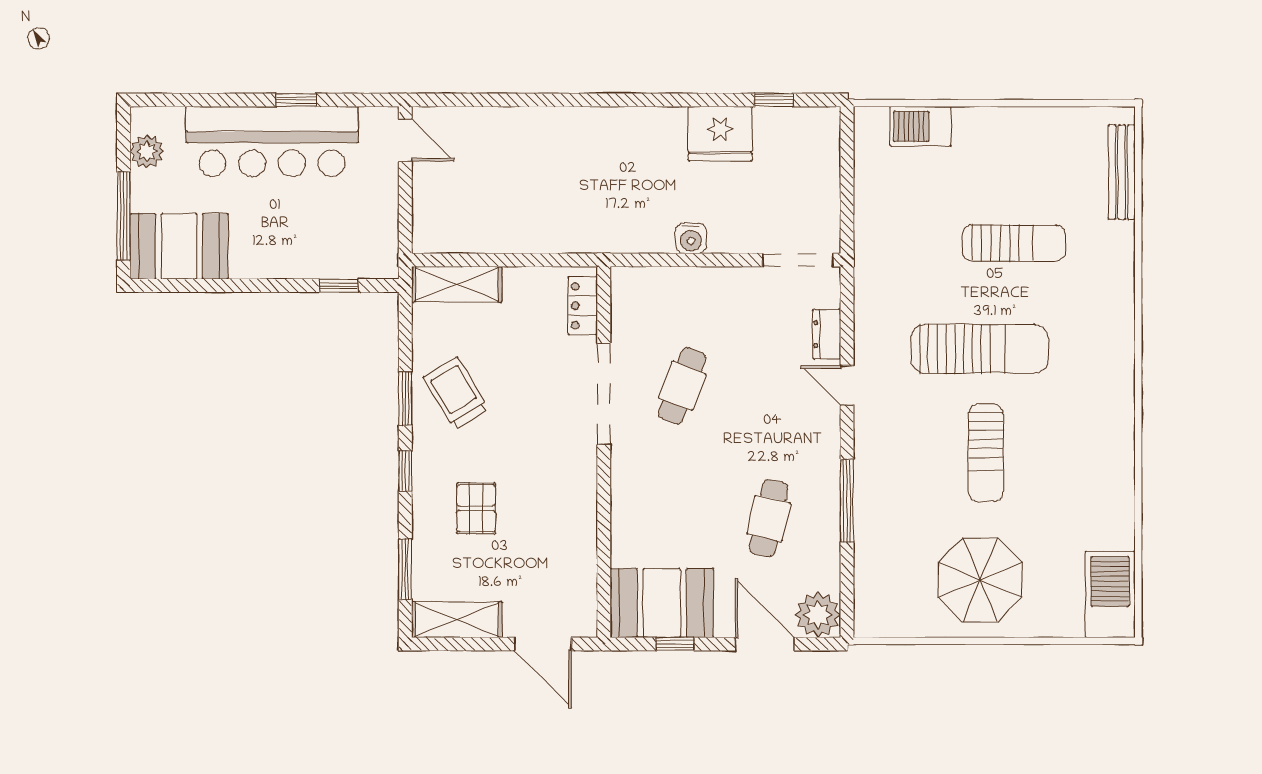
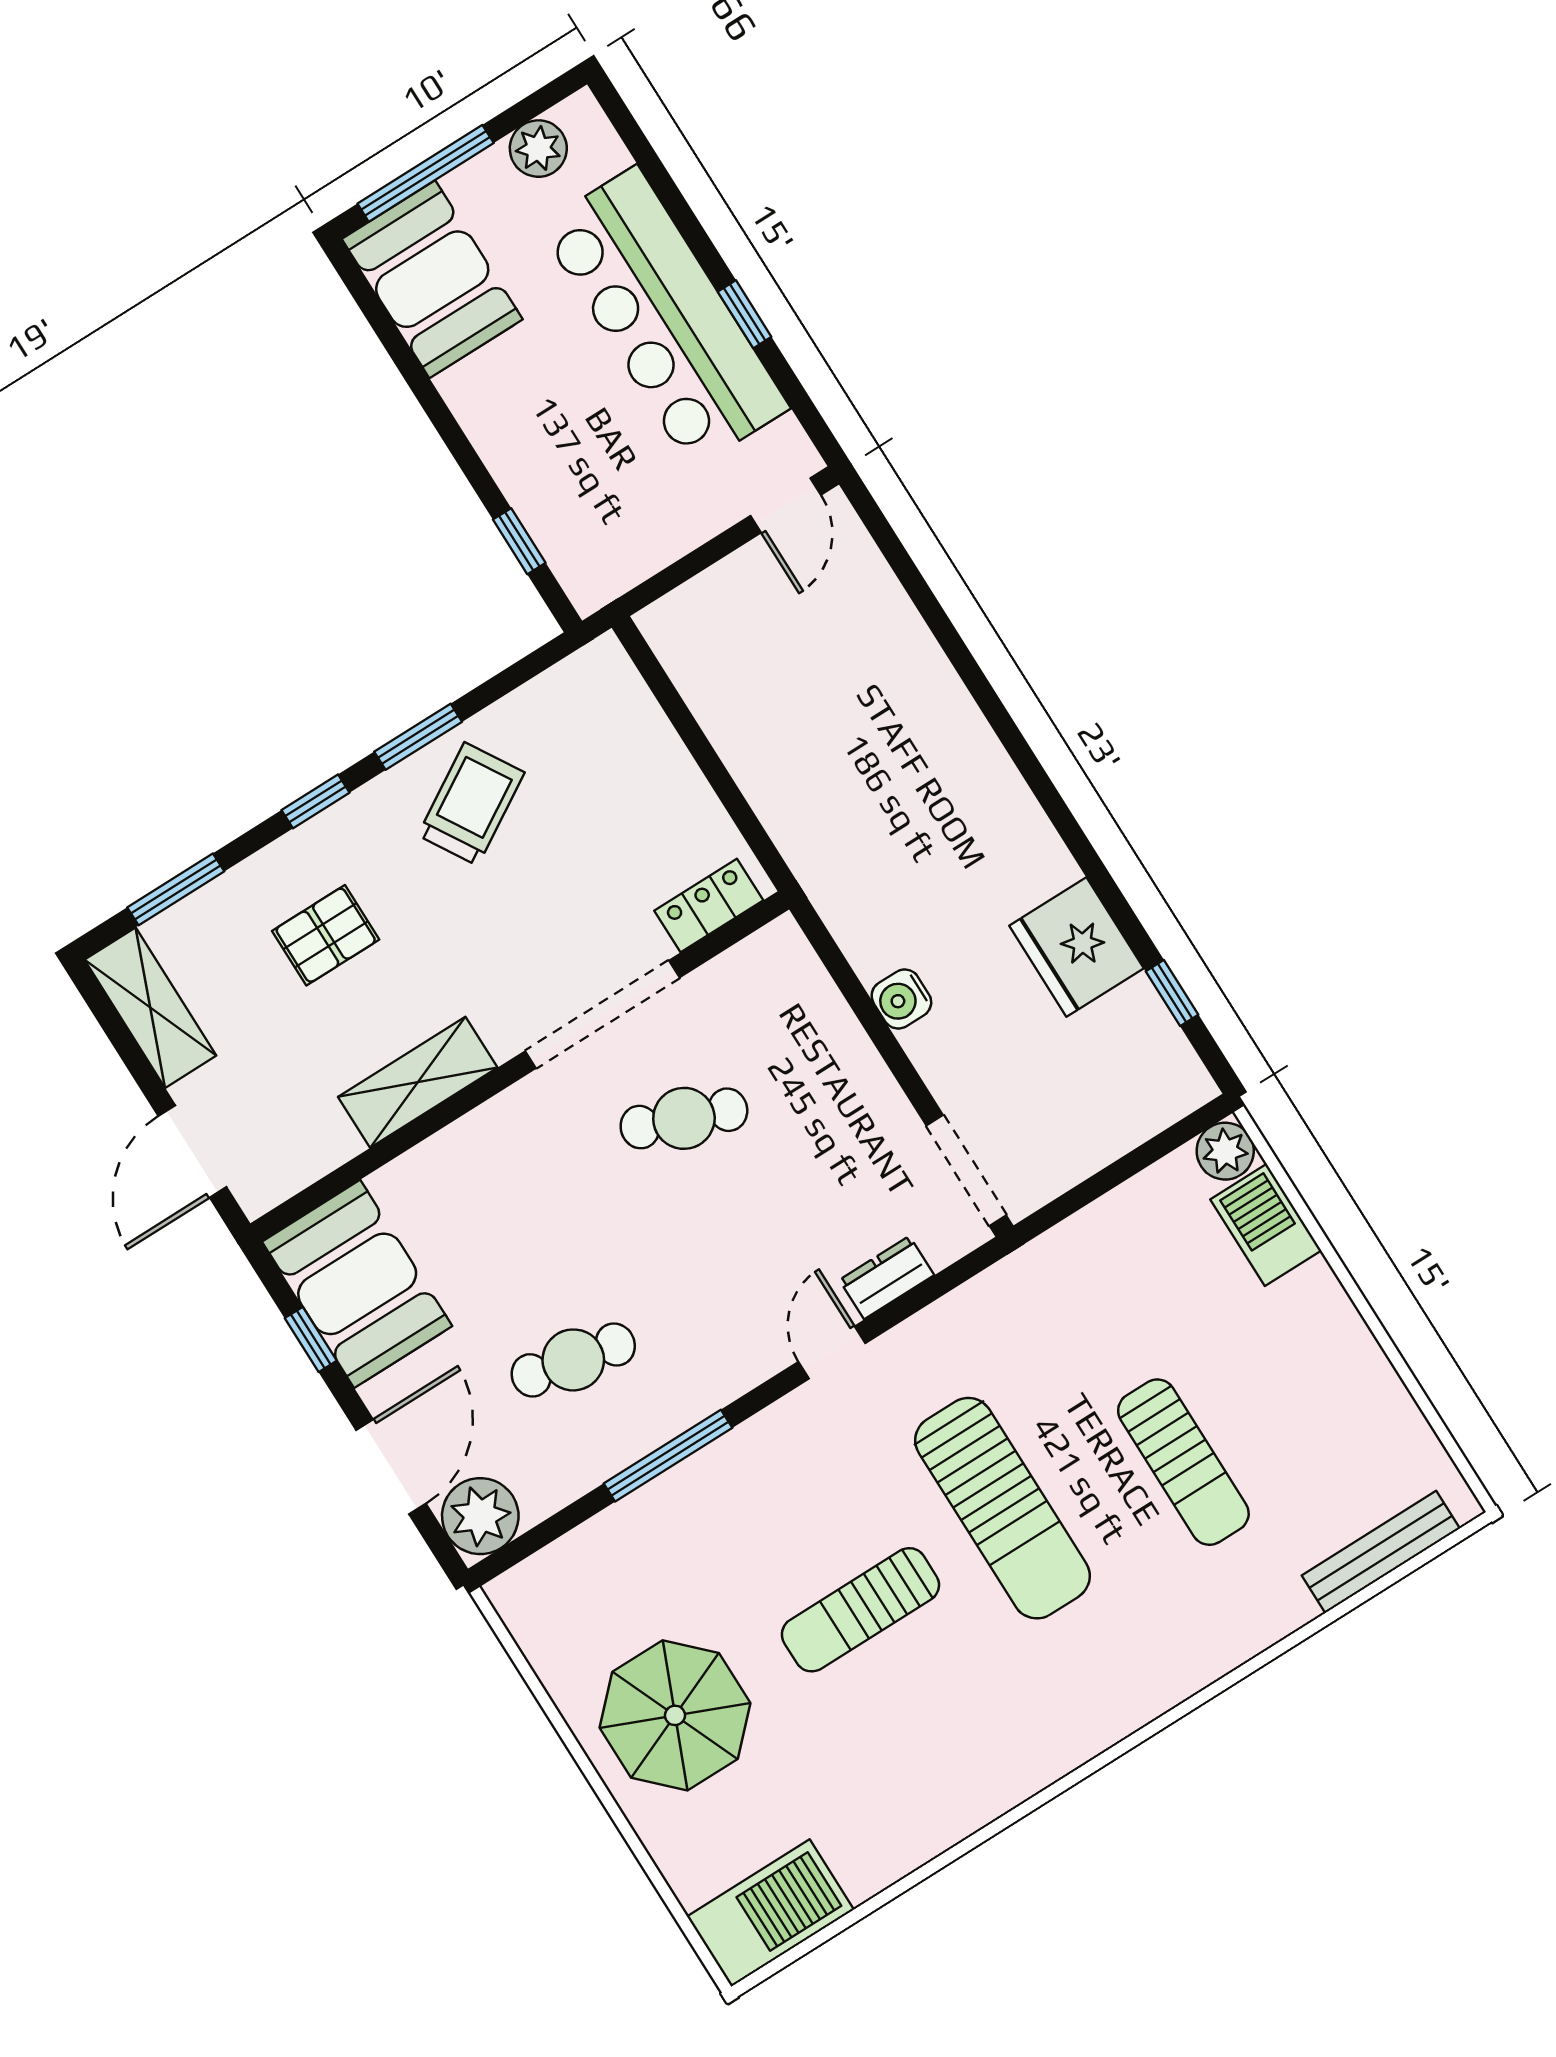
plant: (870, 123) -> (1225, 1151), added
shelving: (457, 284) -> (418, 1082), moved, turned 90

